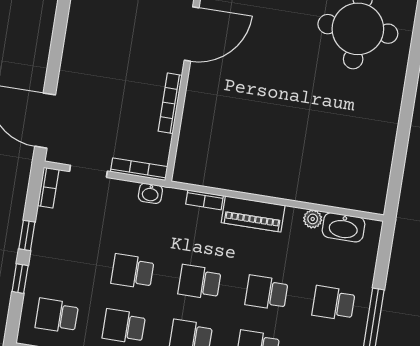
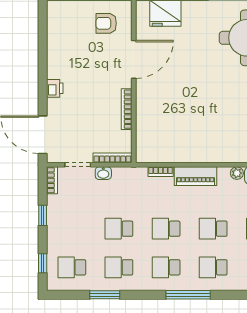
printer: (73, 57) -> (55, 88), added
washbasin: (150, 193) -> (103, 173), moved
window: (20, 279) -> (43, 263), moved

